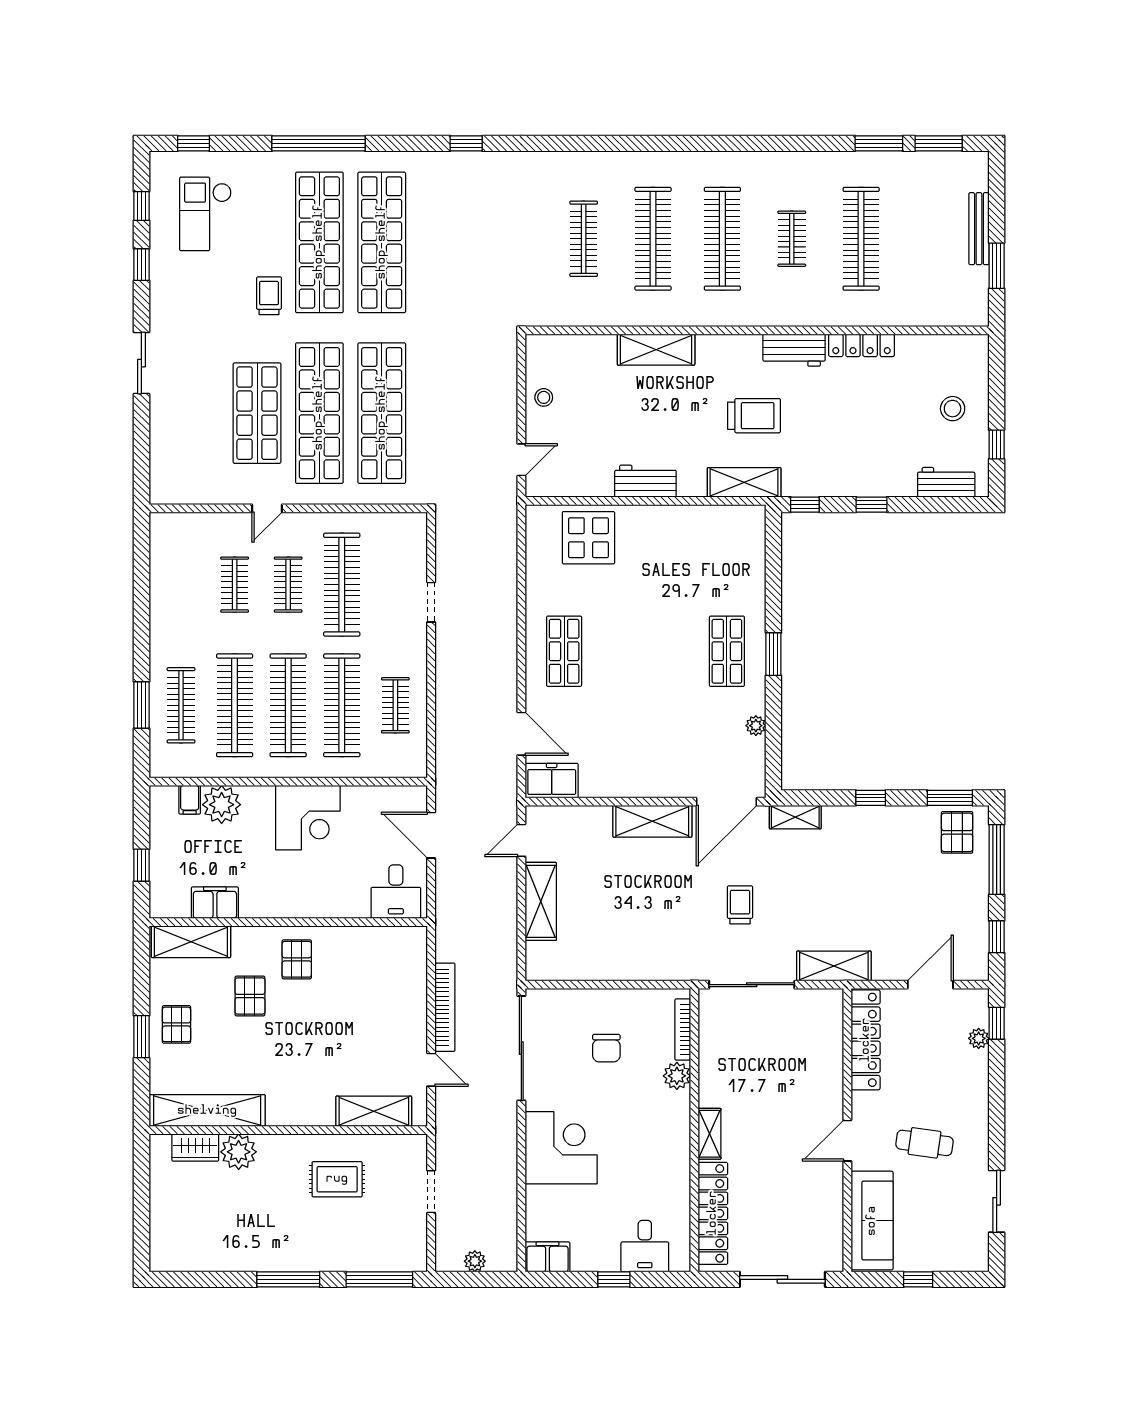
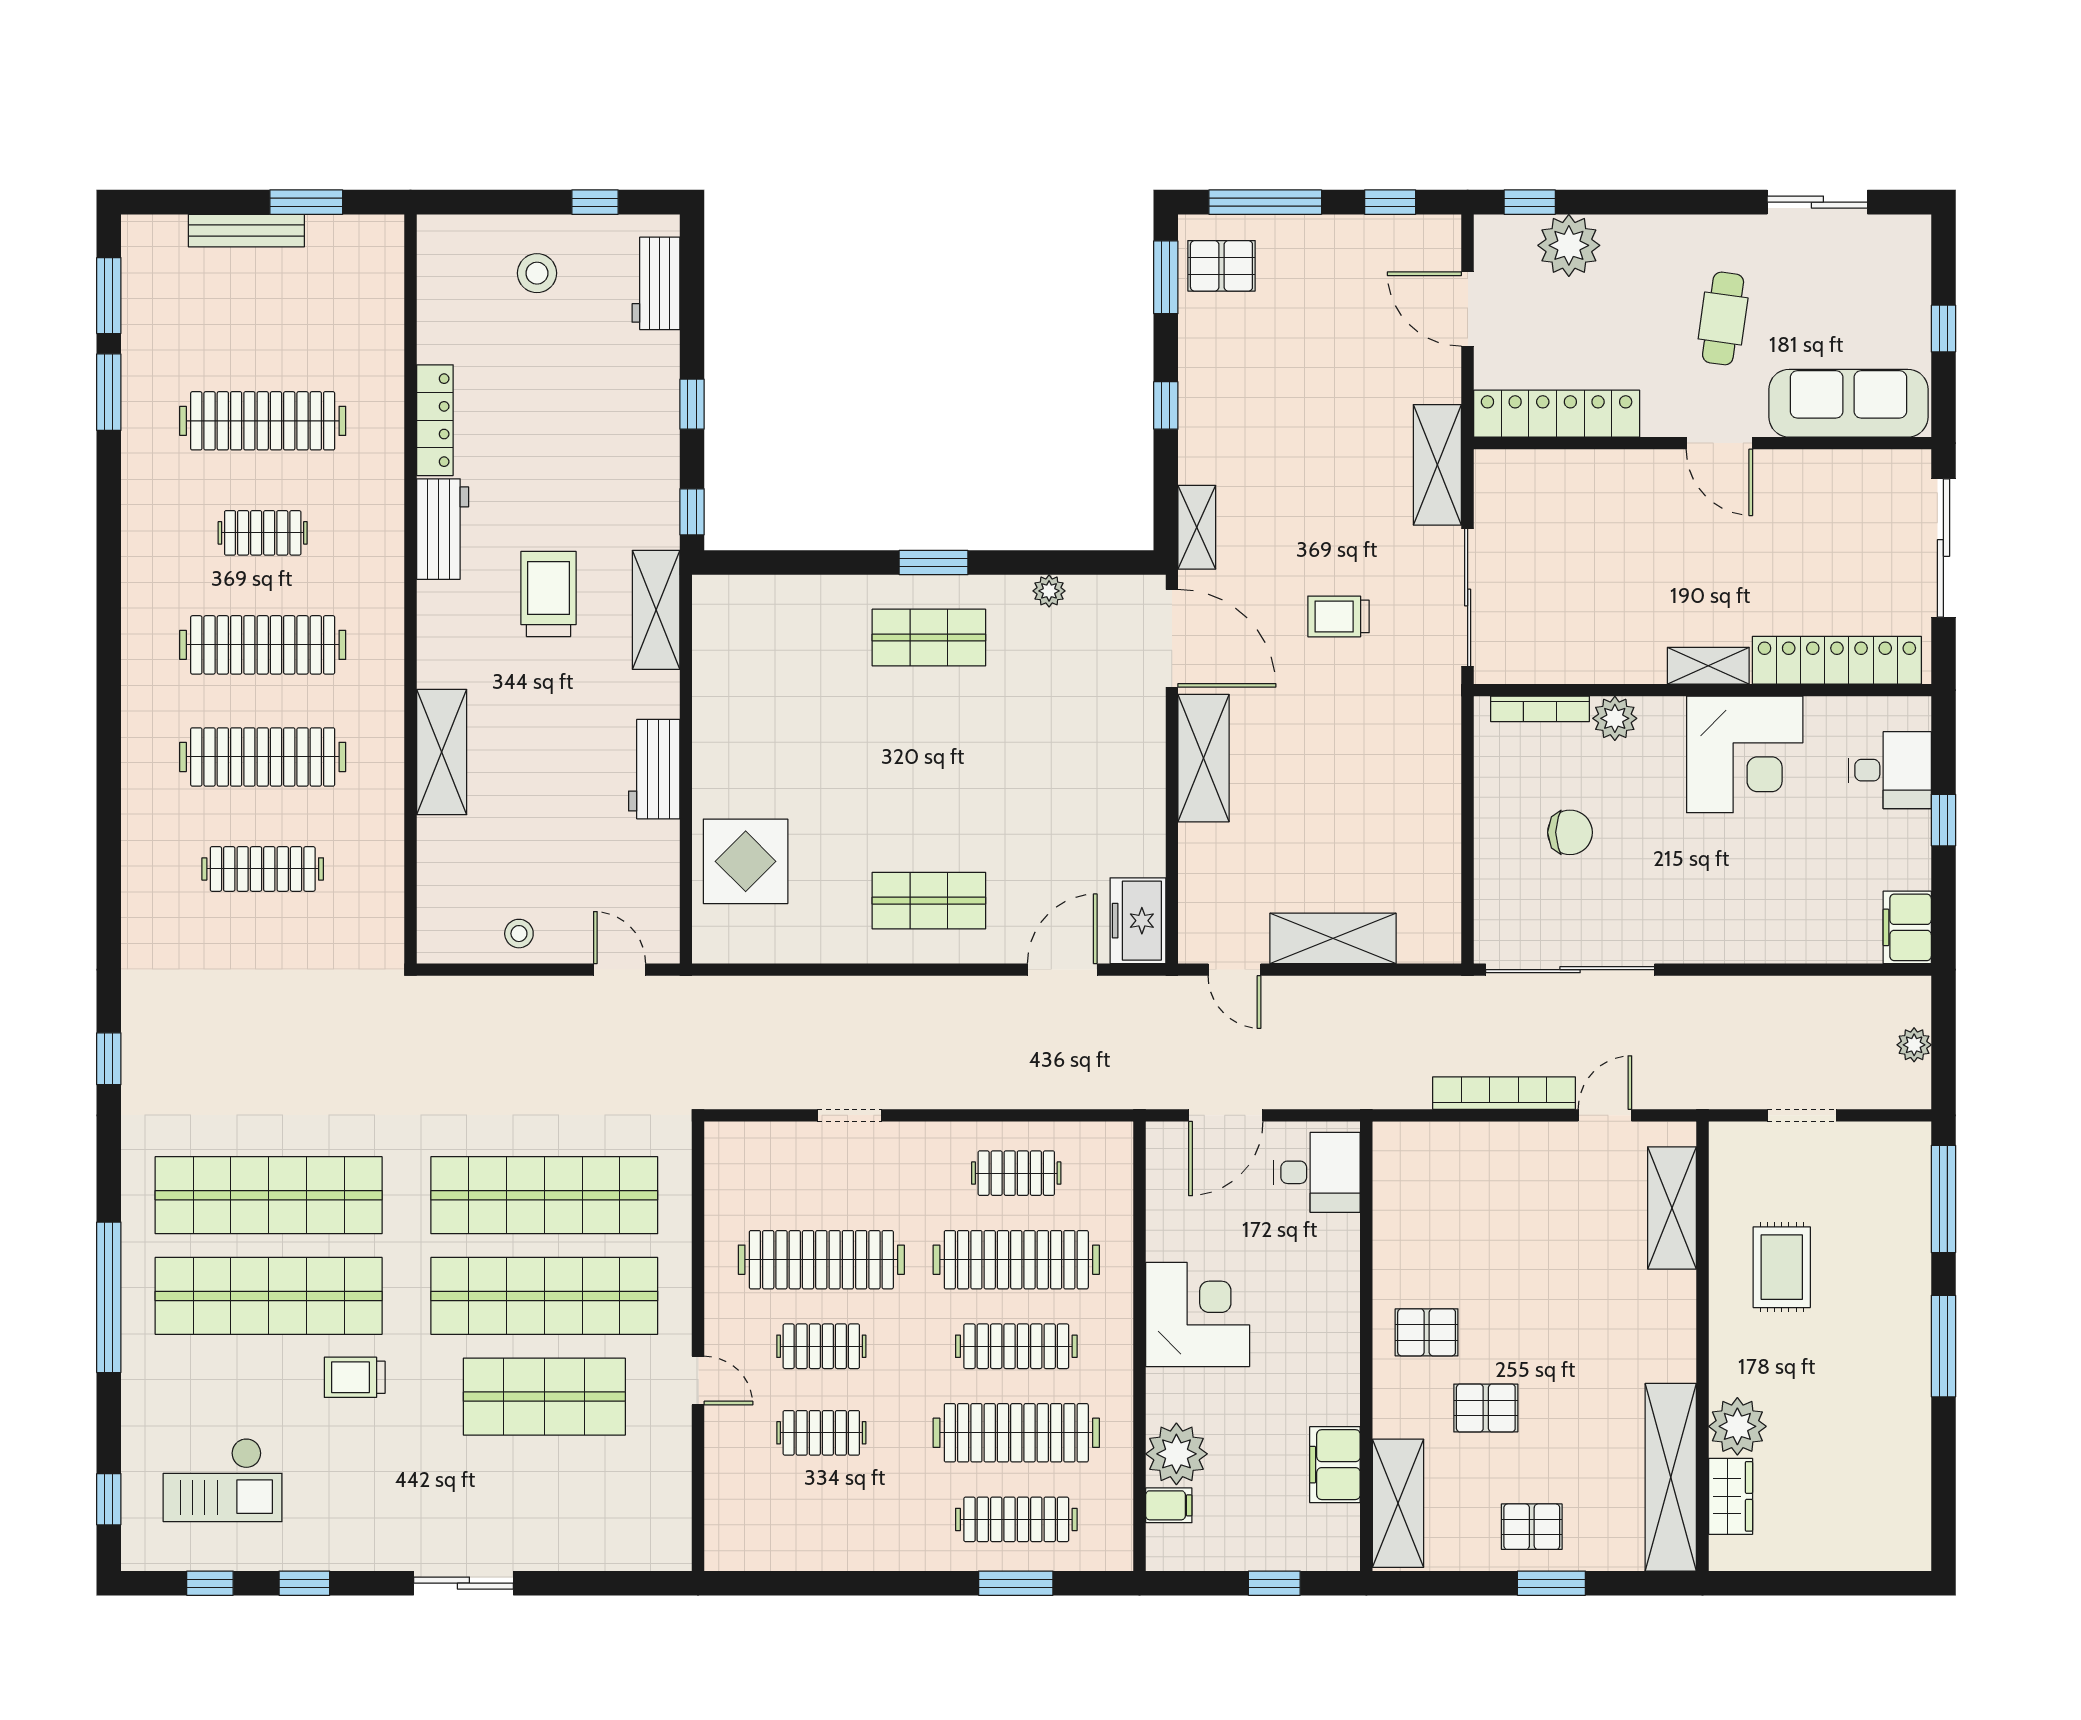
clothes rail: (288, 705) -> (1016, 1346), width x0.73, depth x0.76
plant: (979, 1038) -> (1569, 245), width x1.87, depth x1.87
corner desk: (561, 1148) -> (1745, 754), moved, turned 180

